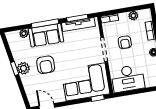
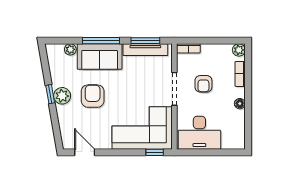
plant: (133, 16) -> (239, 50), moved
armchair: (46, 65) -> (93, 96), turned 180

